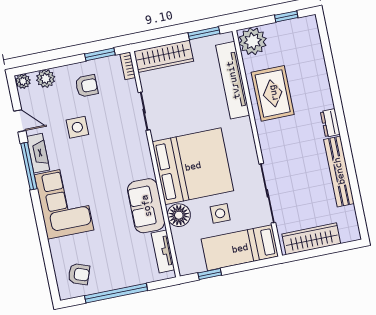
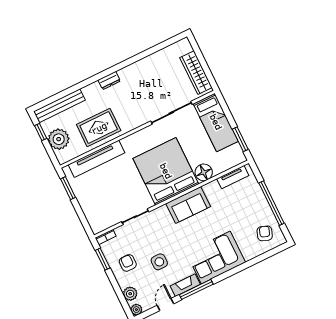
plant: (253, 41) -> (59, 139), moved
wardrobe: (164, 56) -> (92, 213), removed
bench: (339, 171) -> (59, 106), moved
sofa: (146, 206) -> (188, 205), moved
side table: (220, 213) -> (195, 143), removed
window: (210, 274) -> (240, 139), width x1.50

